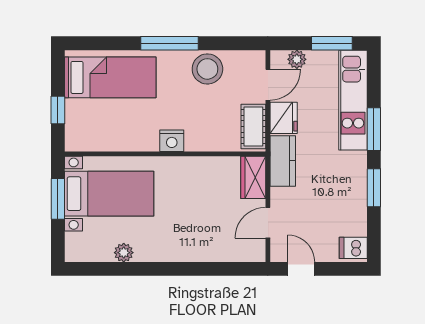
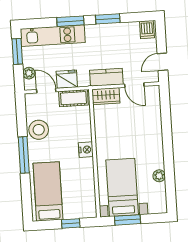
kitchen counter: (283, 161) -> (106, 77), moved

